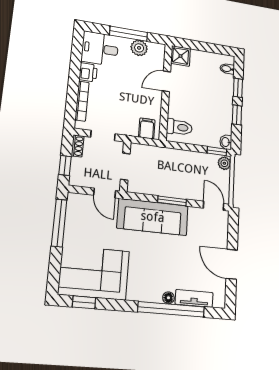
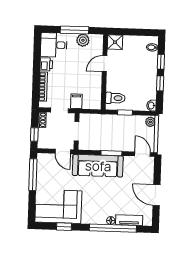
filing cabinet: (147, 128) -> (76, 101), moved
window: (217, 151) -> (125, 113), moved
window: (84, 302) -> (64, 227), moved

